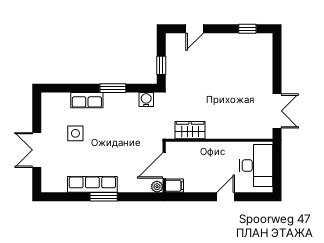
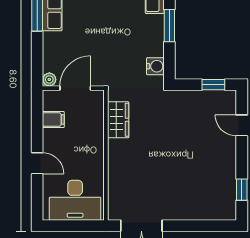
window: (161, 65) -> (213, 85), moved
door: (164, 165) -> (75, 88), hinge flipped
filing cabinet: (174, 186) -> (53, 120), moved, turned -90

